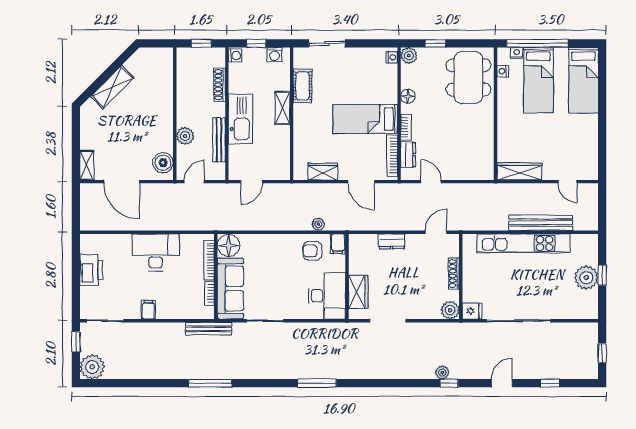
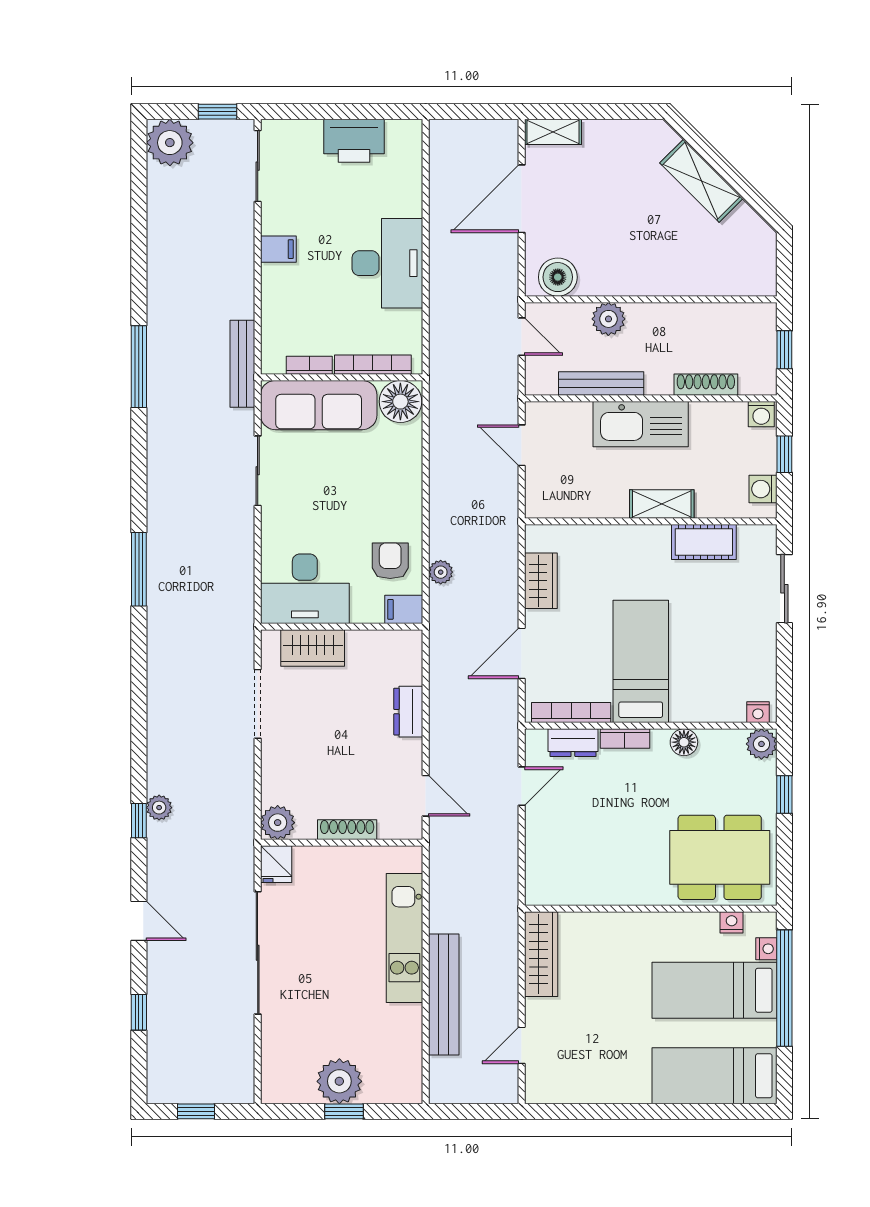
kitchen unit: (523, 243) -> (404, 938), width x0.73

